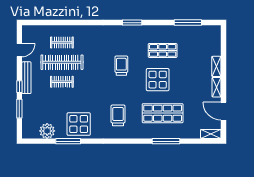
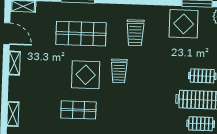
trolley: (121, 66) -> (119, 71), moved
shelving: (216, 66) -> (13, 114), moved

